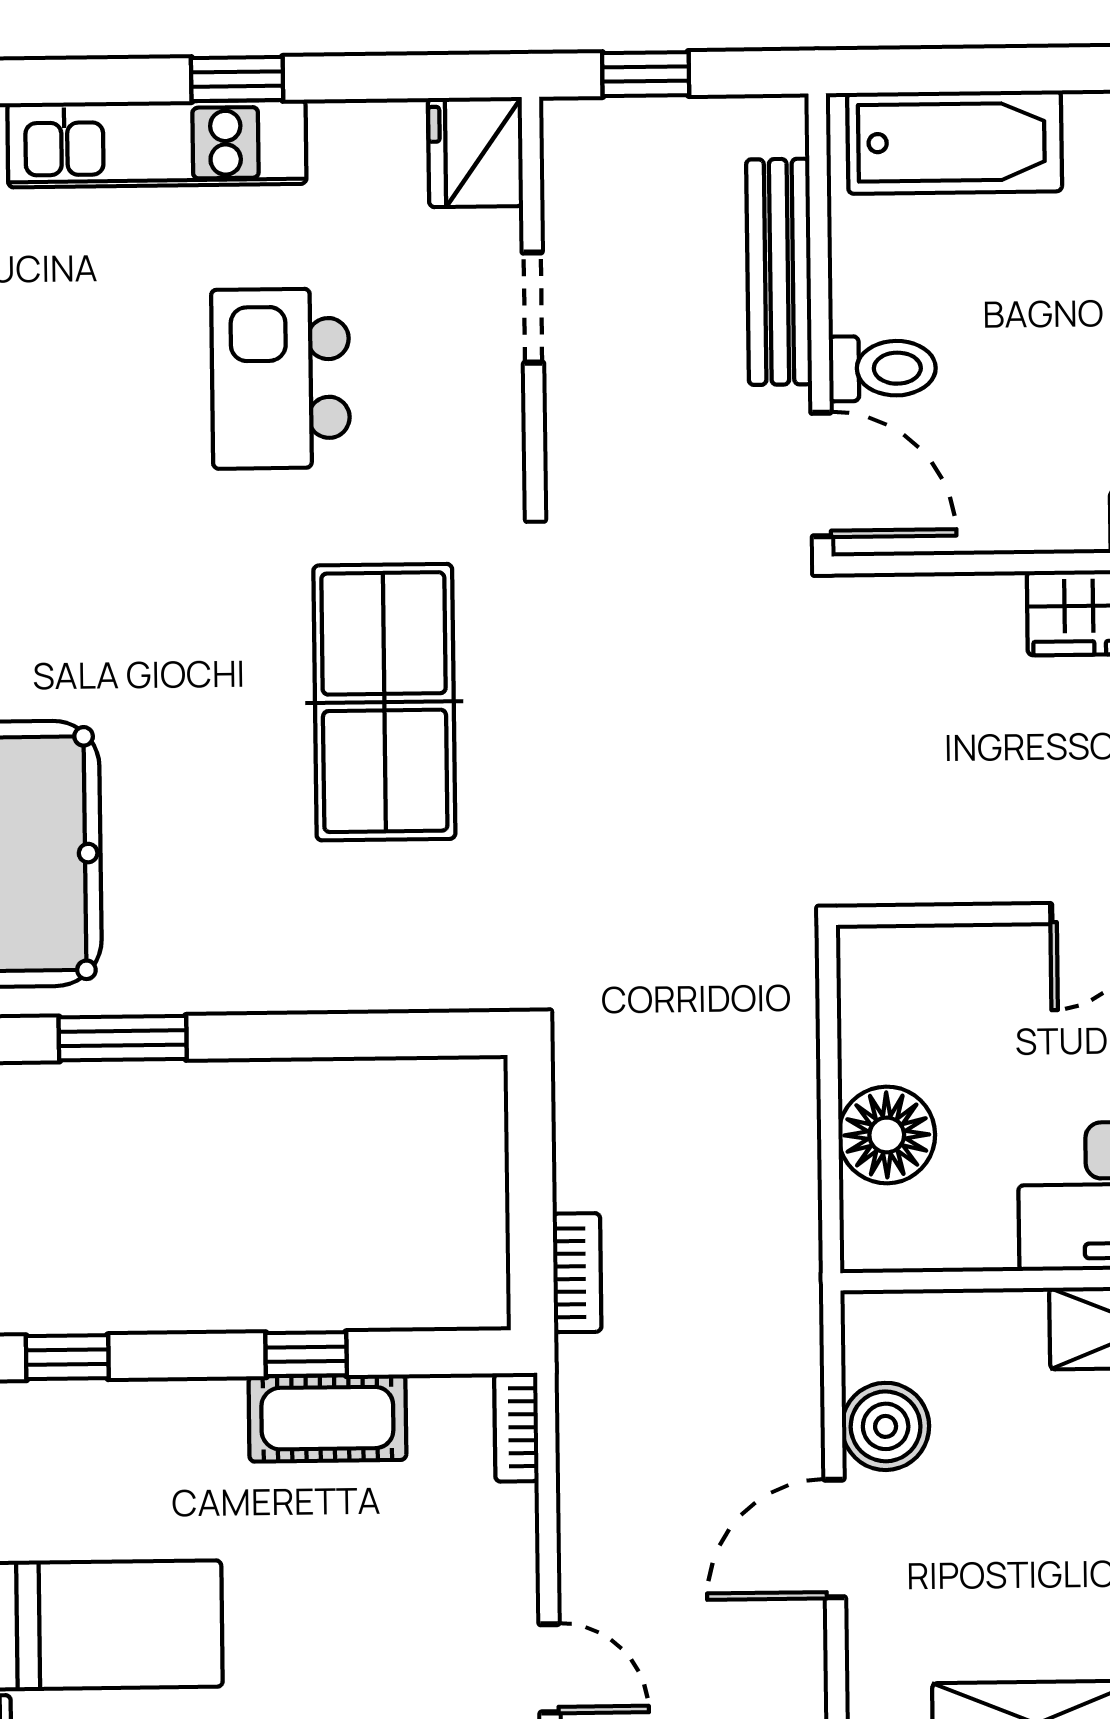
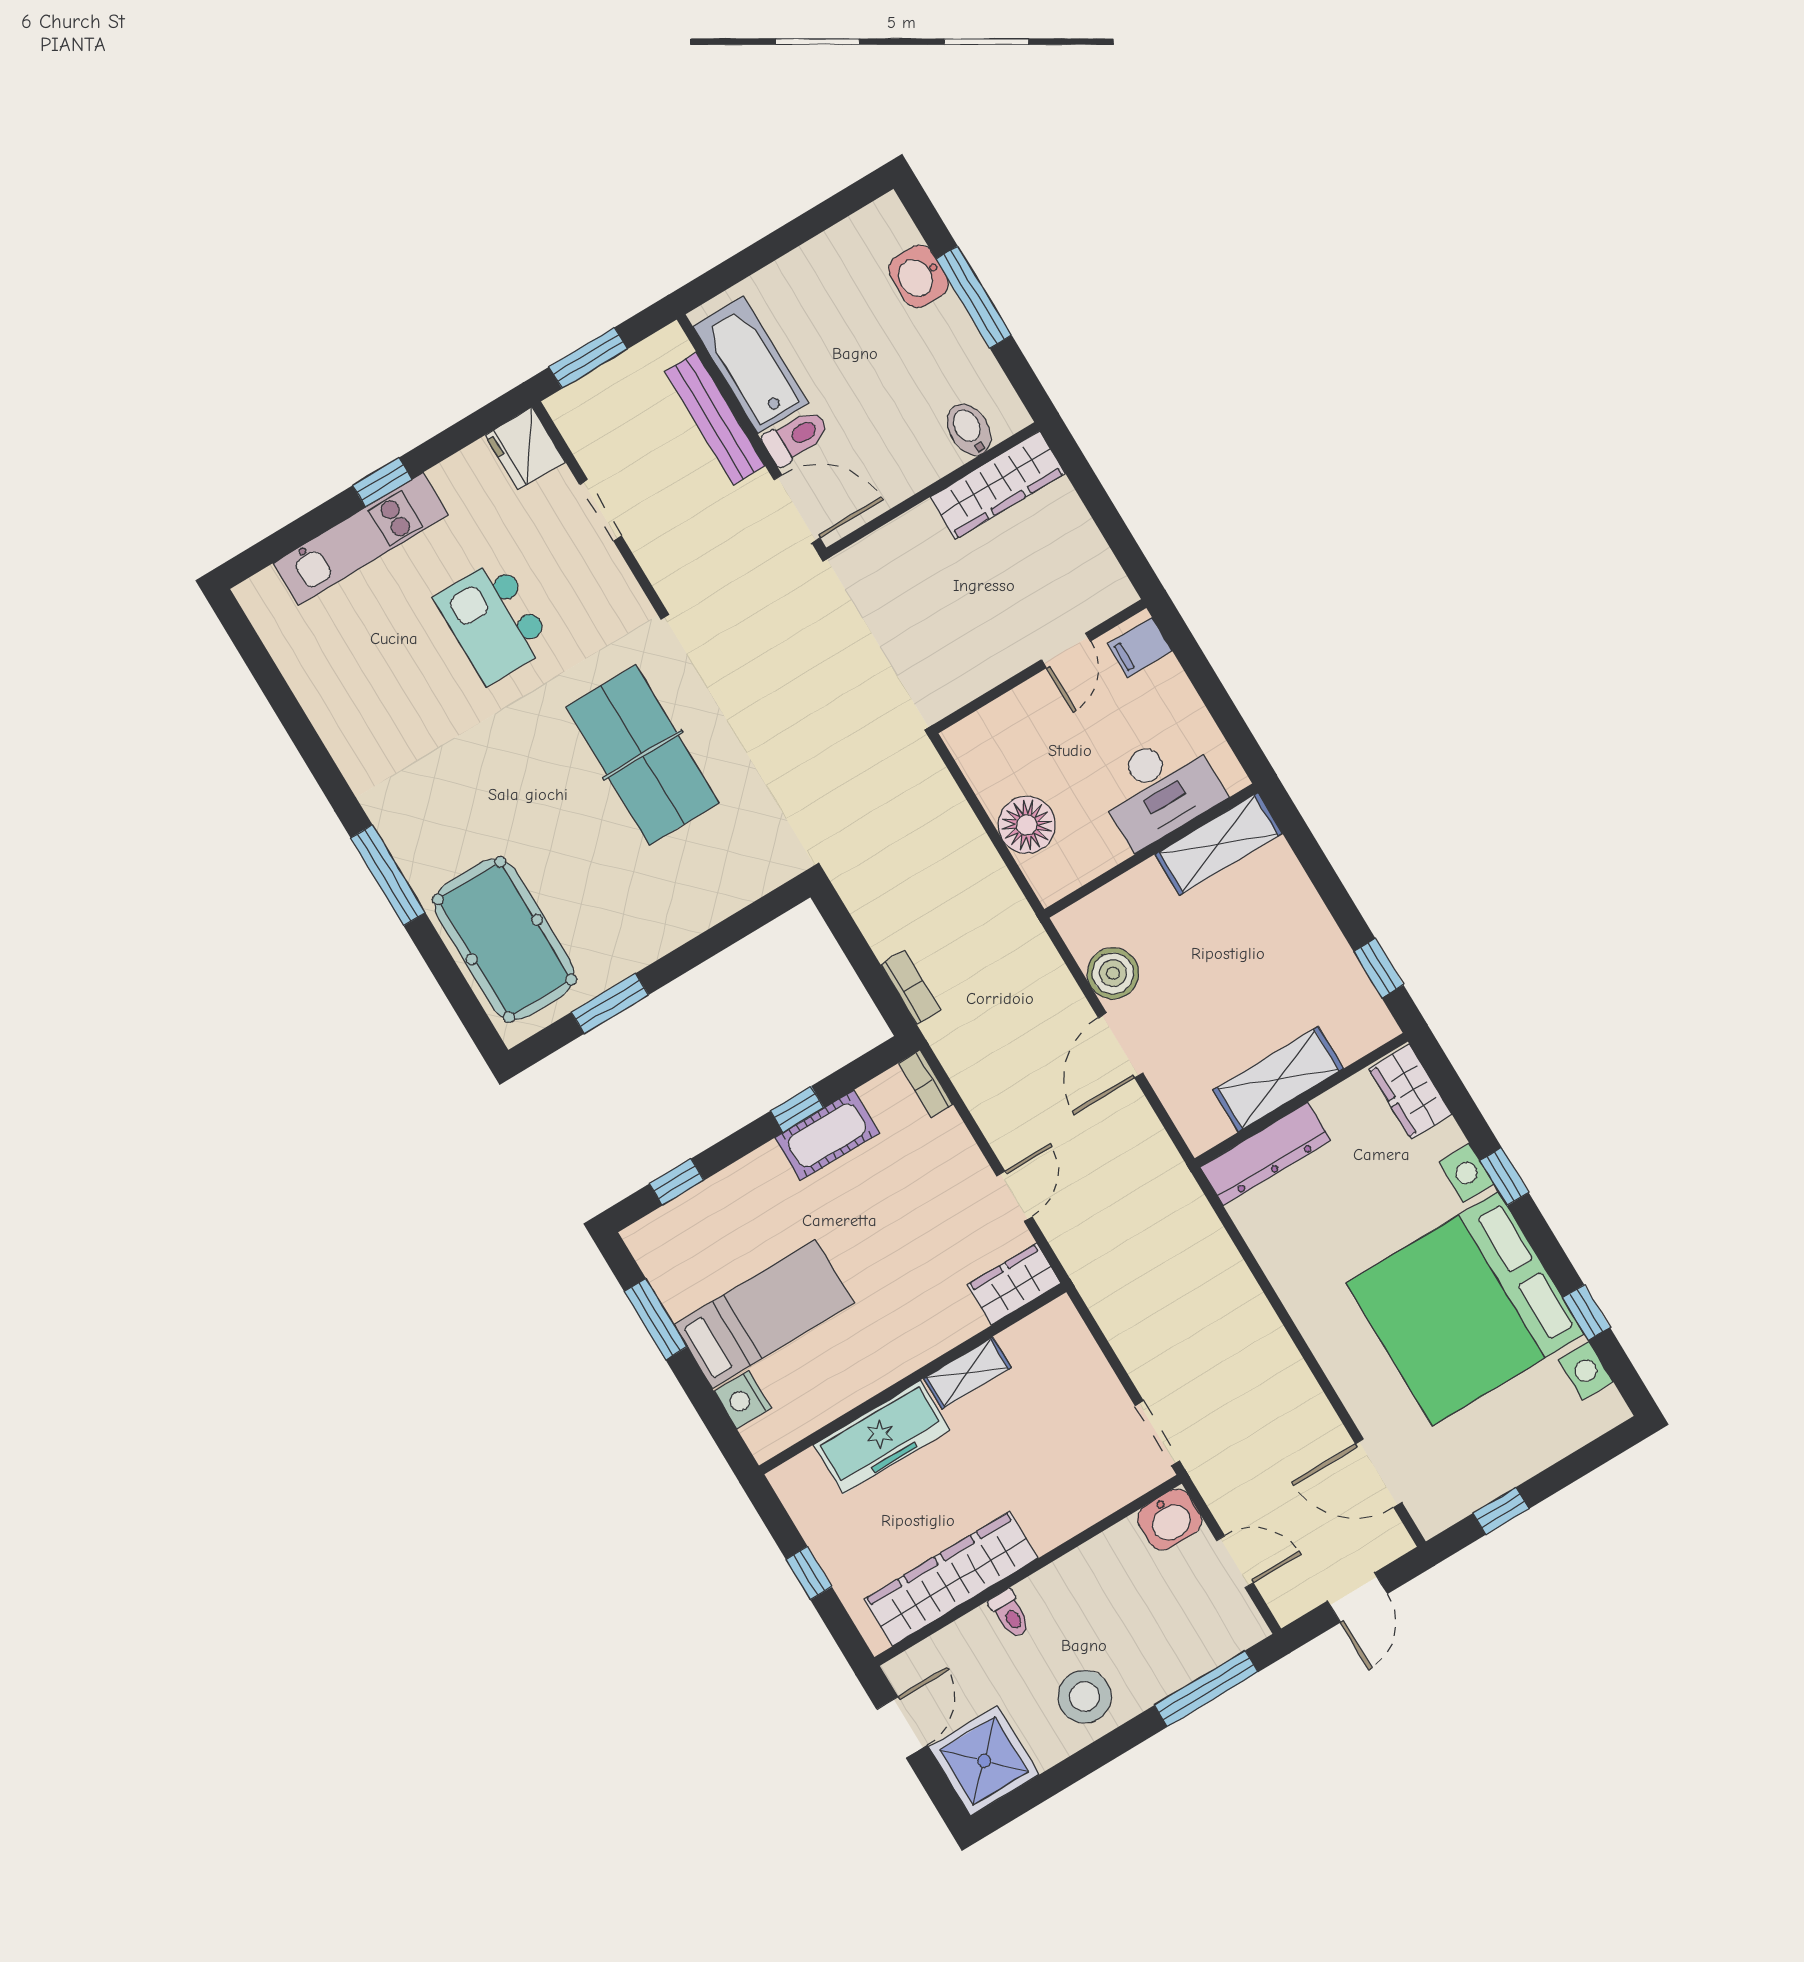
window: (646, 74) -> (588, 358), width x1.50
bathtub: (955, 142) -> (751, 365), moved, turned -90
door: (550, 1668) -> (1014, 1196), hinge flipped

